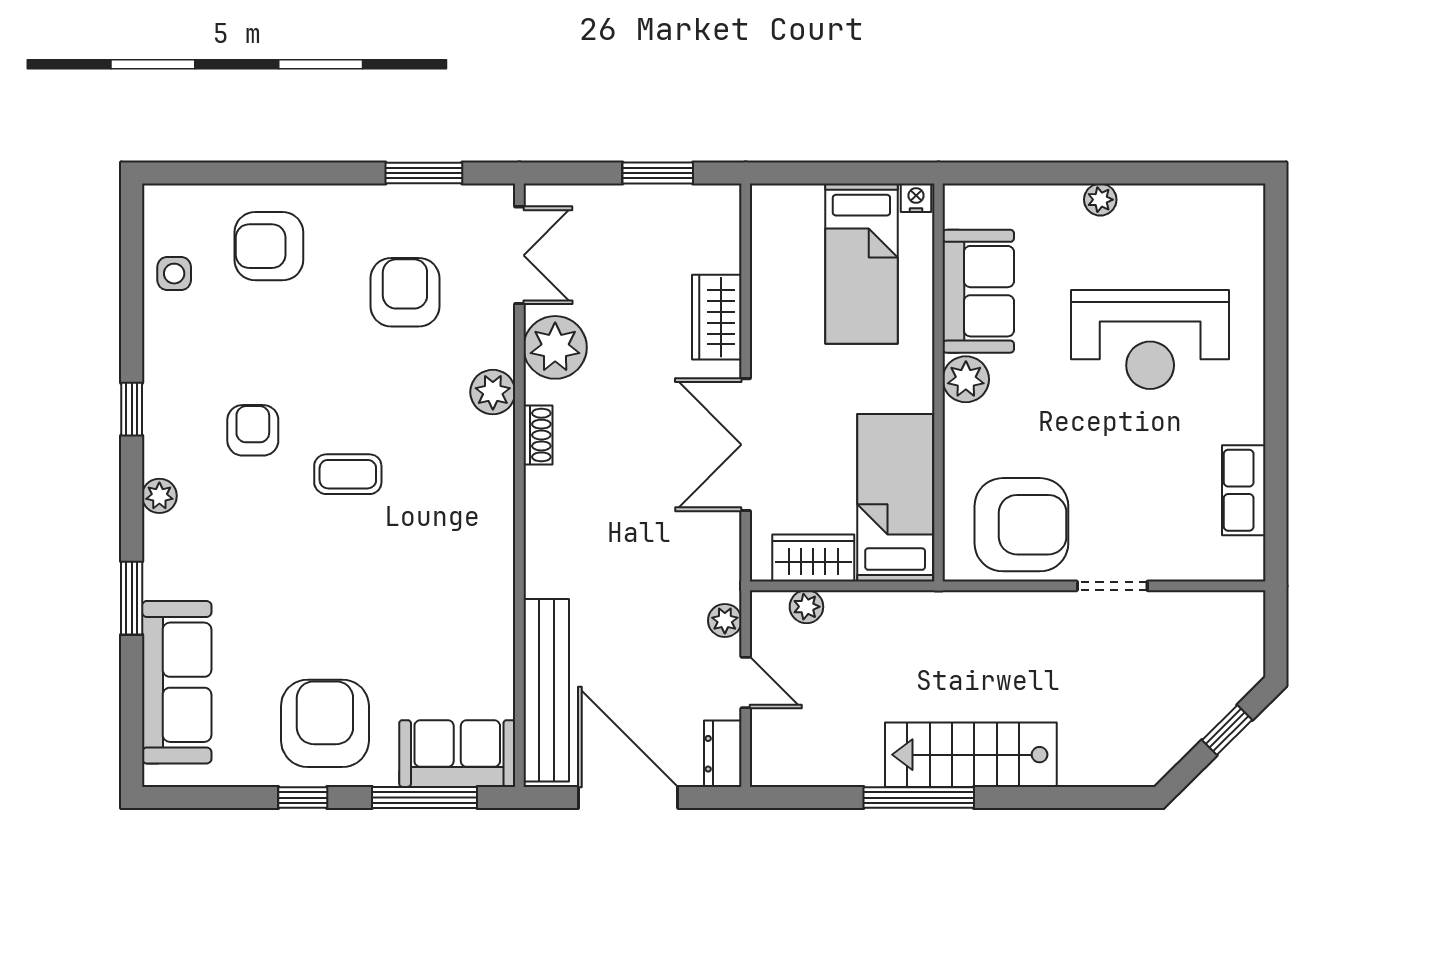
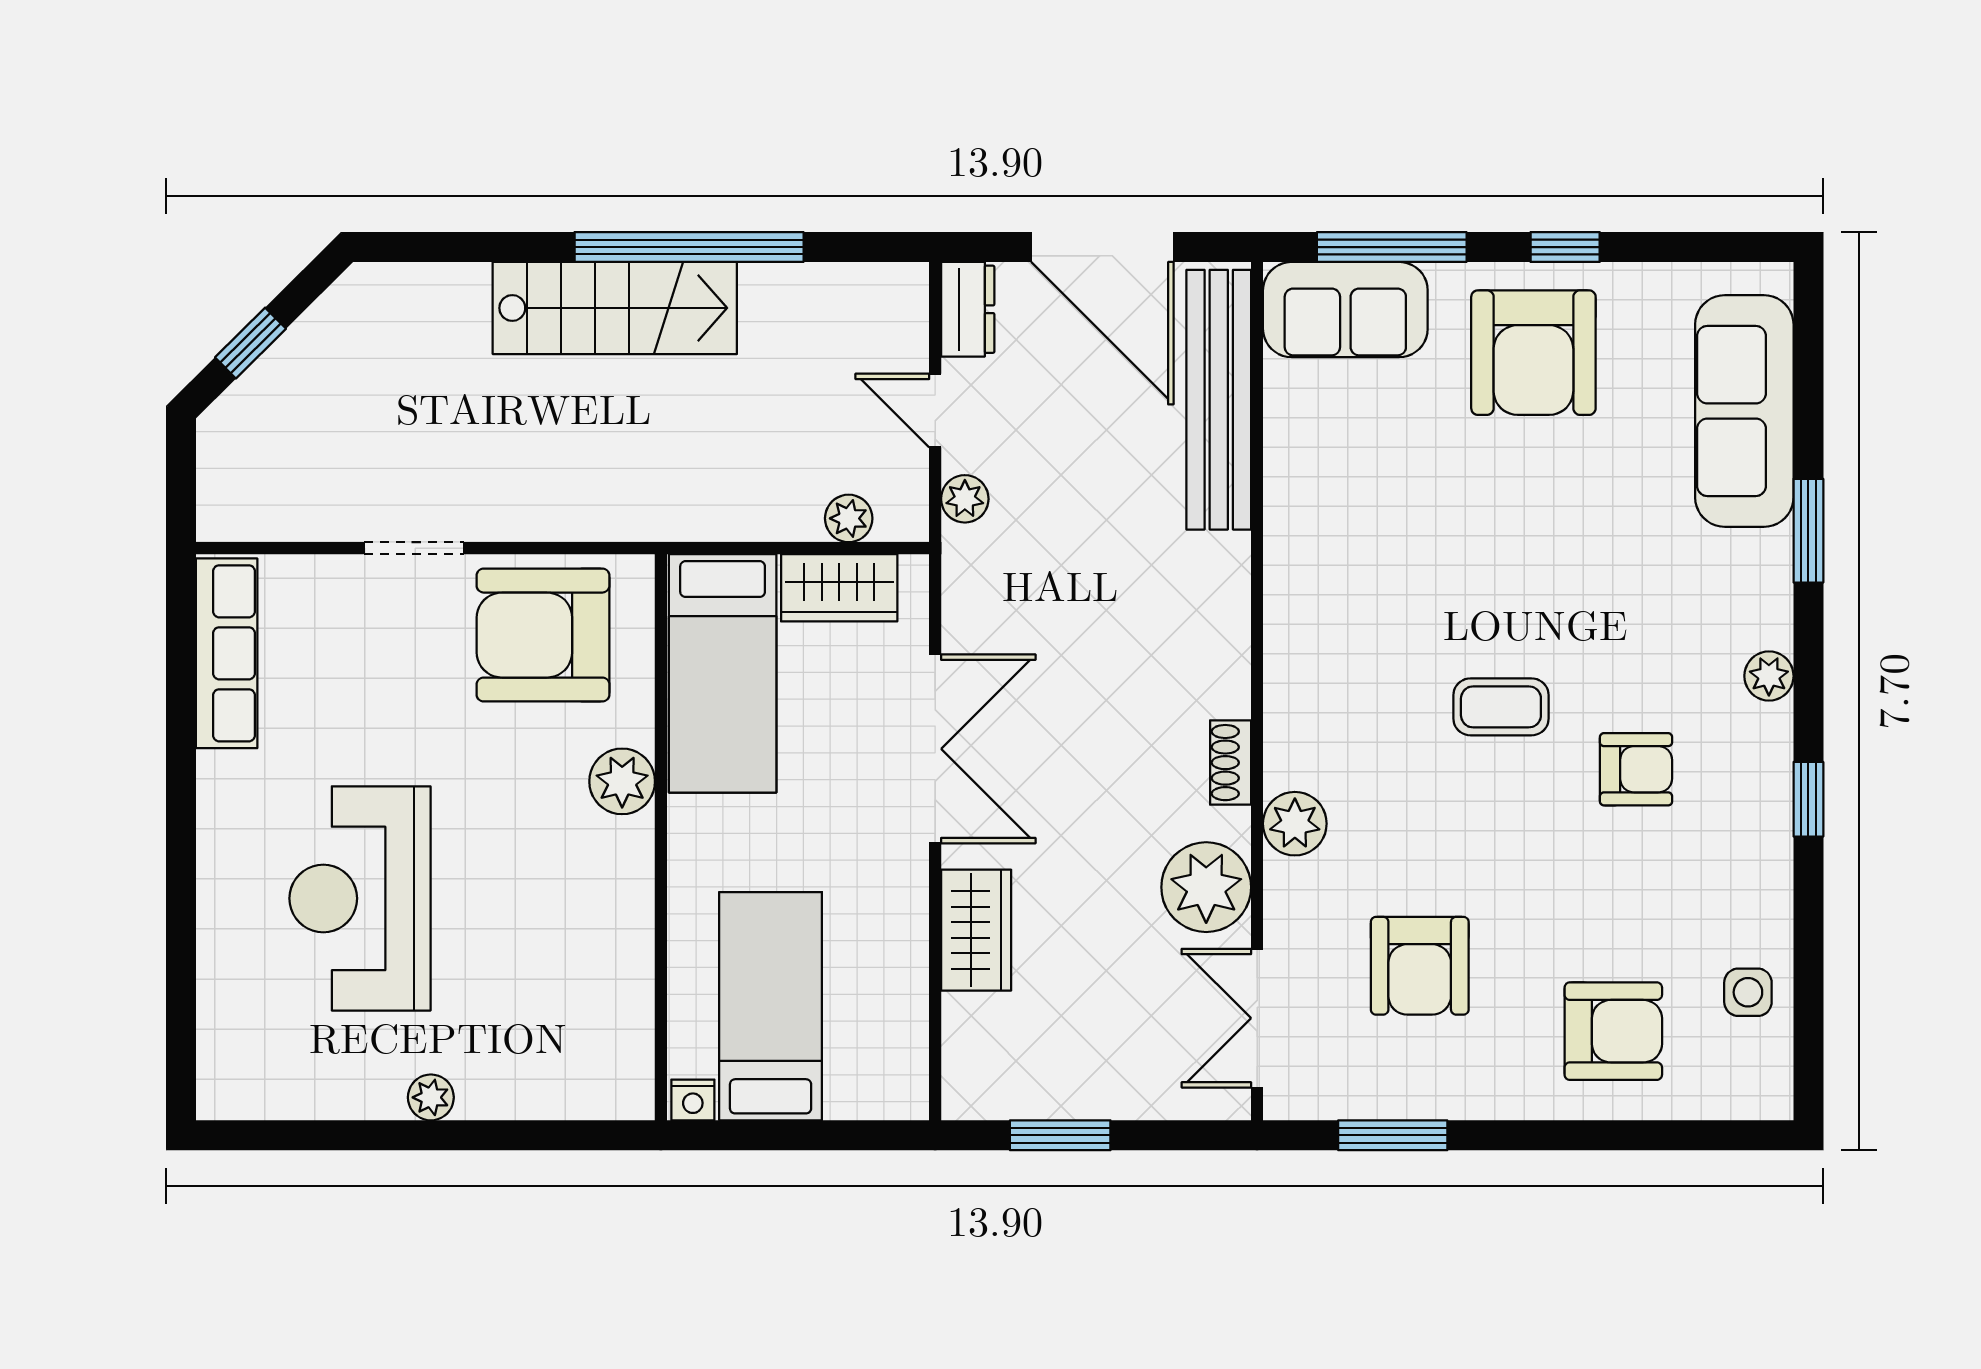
sofa: (978, 291) -> (604, 967), removed
reception desk: (1150, 339) -> (360, 898), turned -90
plant: (966, 379) -> (622, 781), moved
armchair: (253, 430) -> (1636, 769), turned -90
row of seats: (1244, 490) -> (227, 653), width x1.48
window: (919, 798) -> (689, 247), width x1.46

